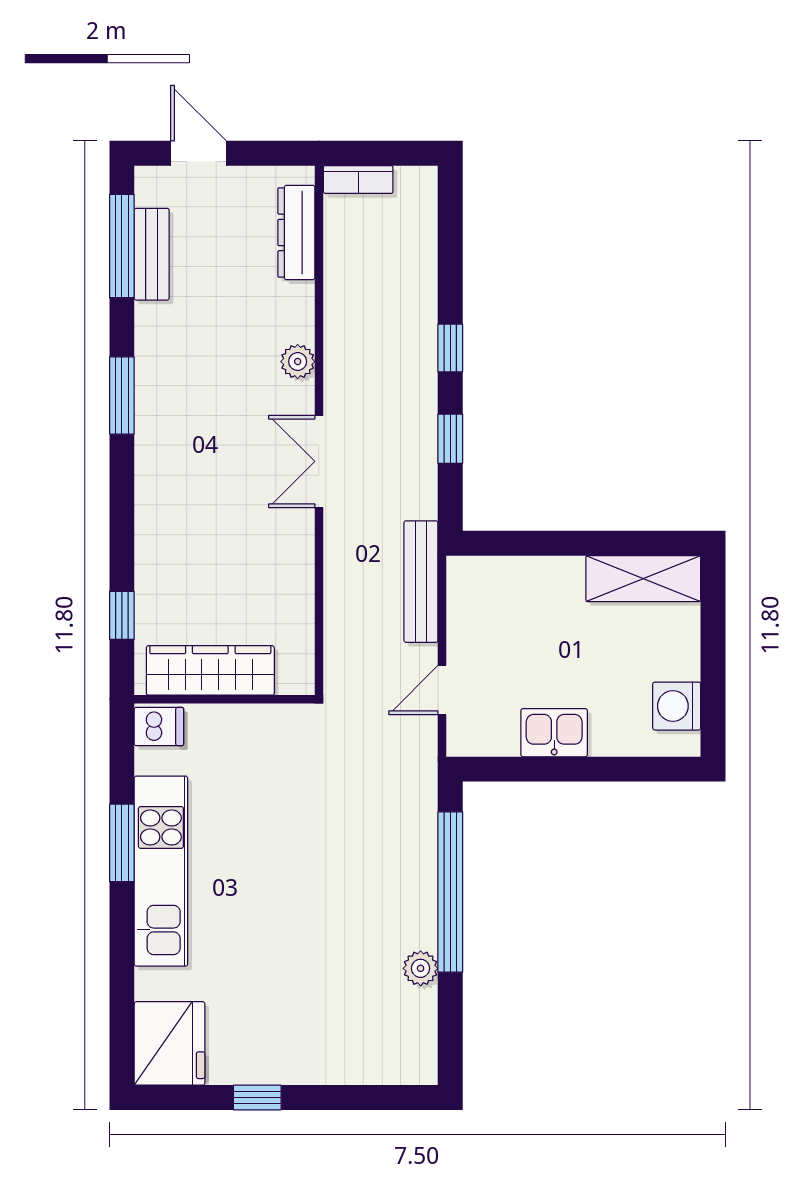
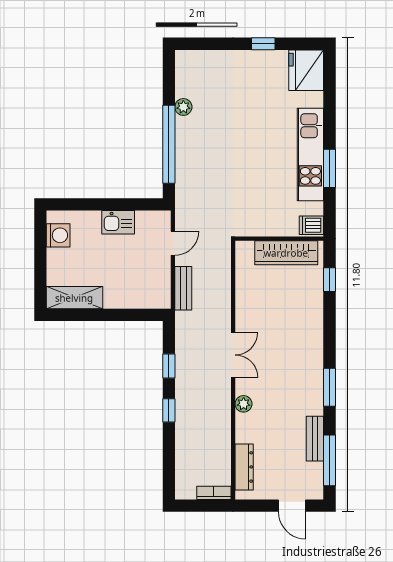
bench: (152, 254) -> (315, 439), moved
bench: (421, 582) -> (183, 288), width x0.73

